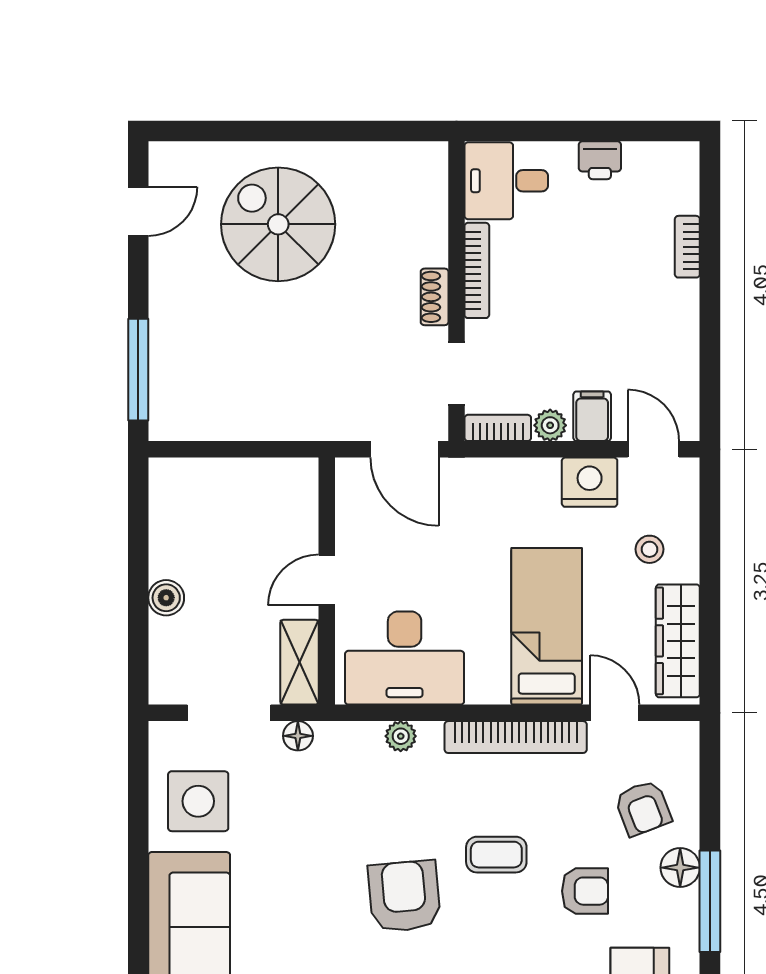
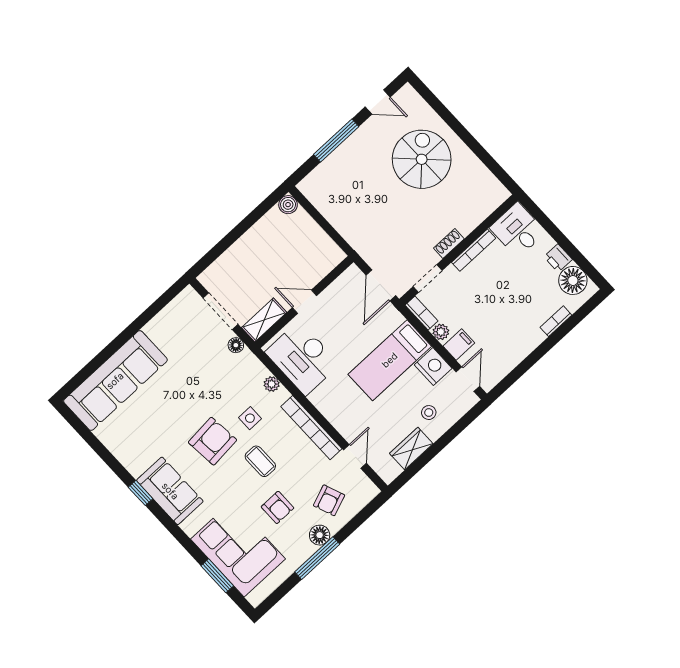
floor lamp: (652, 169) -> (573, 280), added
window: (138, 370) -> (336, 140), moved
boiler: (166, 598) -> (288, 205), moved
bed: (547, 626) -> (390, 360), moved, turned 180
wardrobe: (678, 641) -> (411, 449), width x0.67
side table: (198, 801) -> (250, 418), moved, width x0.54, depth x0.54

